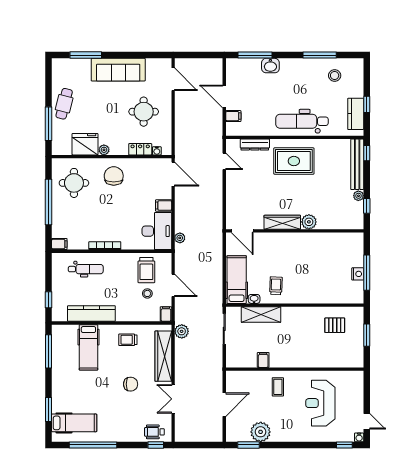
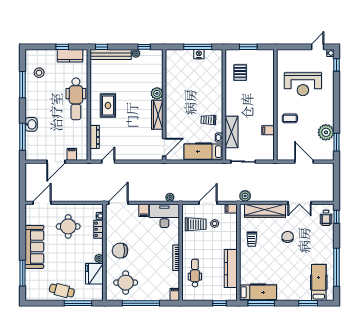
rug: (294, 161) -> (108, 105), width x0.73, depth x0.70
hospital bed: (88, 347) -> (258, 292), moved

